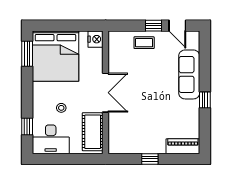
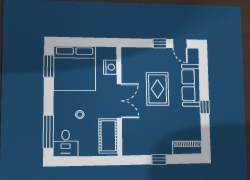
nightstand: (95, 39) -> (110, 67), moved
coffee table: (144, 43) -> (152, 58), removed
rug: (150, 79) -> (157, 89), added
window: (27, 126) -> (48, 132), width x2.17
desk: (51, 139) -> (66, 143), width x0.73

